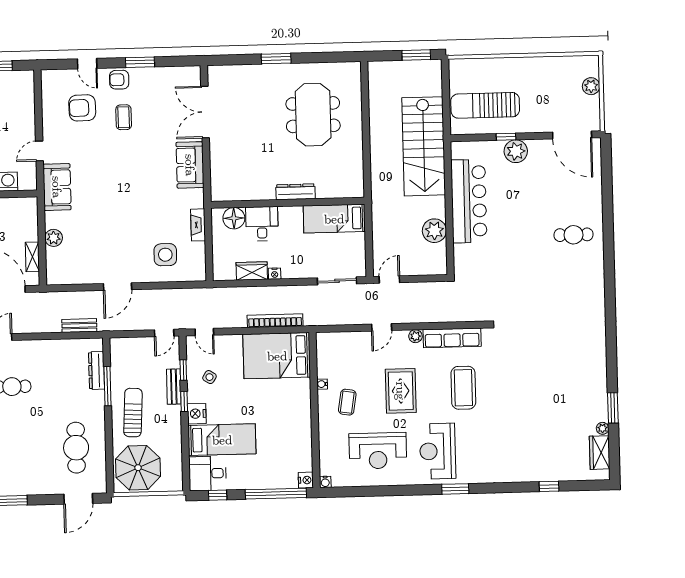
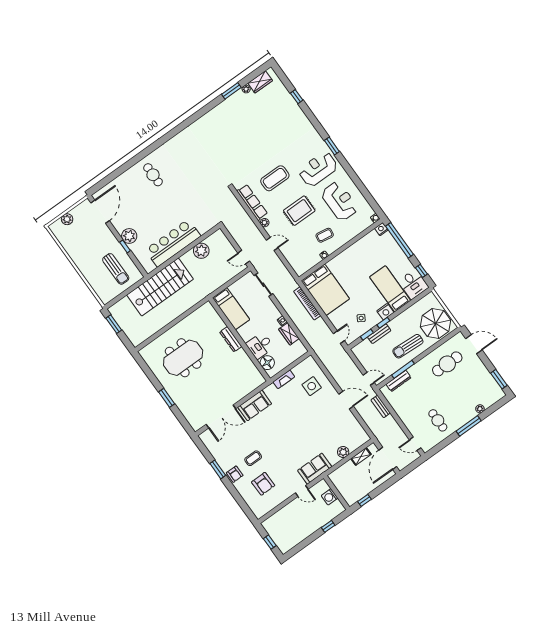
door: (87, 64) -> (238, 497), removed
sun lounger: (485, 105) -> (116, 269), width x0.73, depth x0.75
door: (164, 333) -> (369, 379), moved
reception desk: (438, 451) -> (318, 169), turned 180

